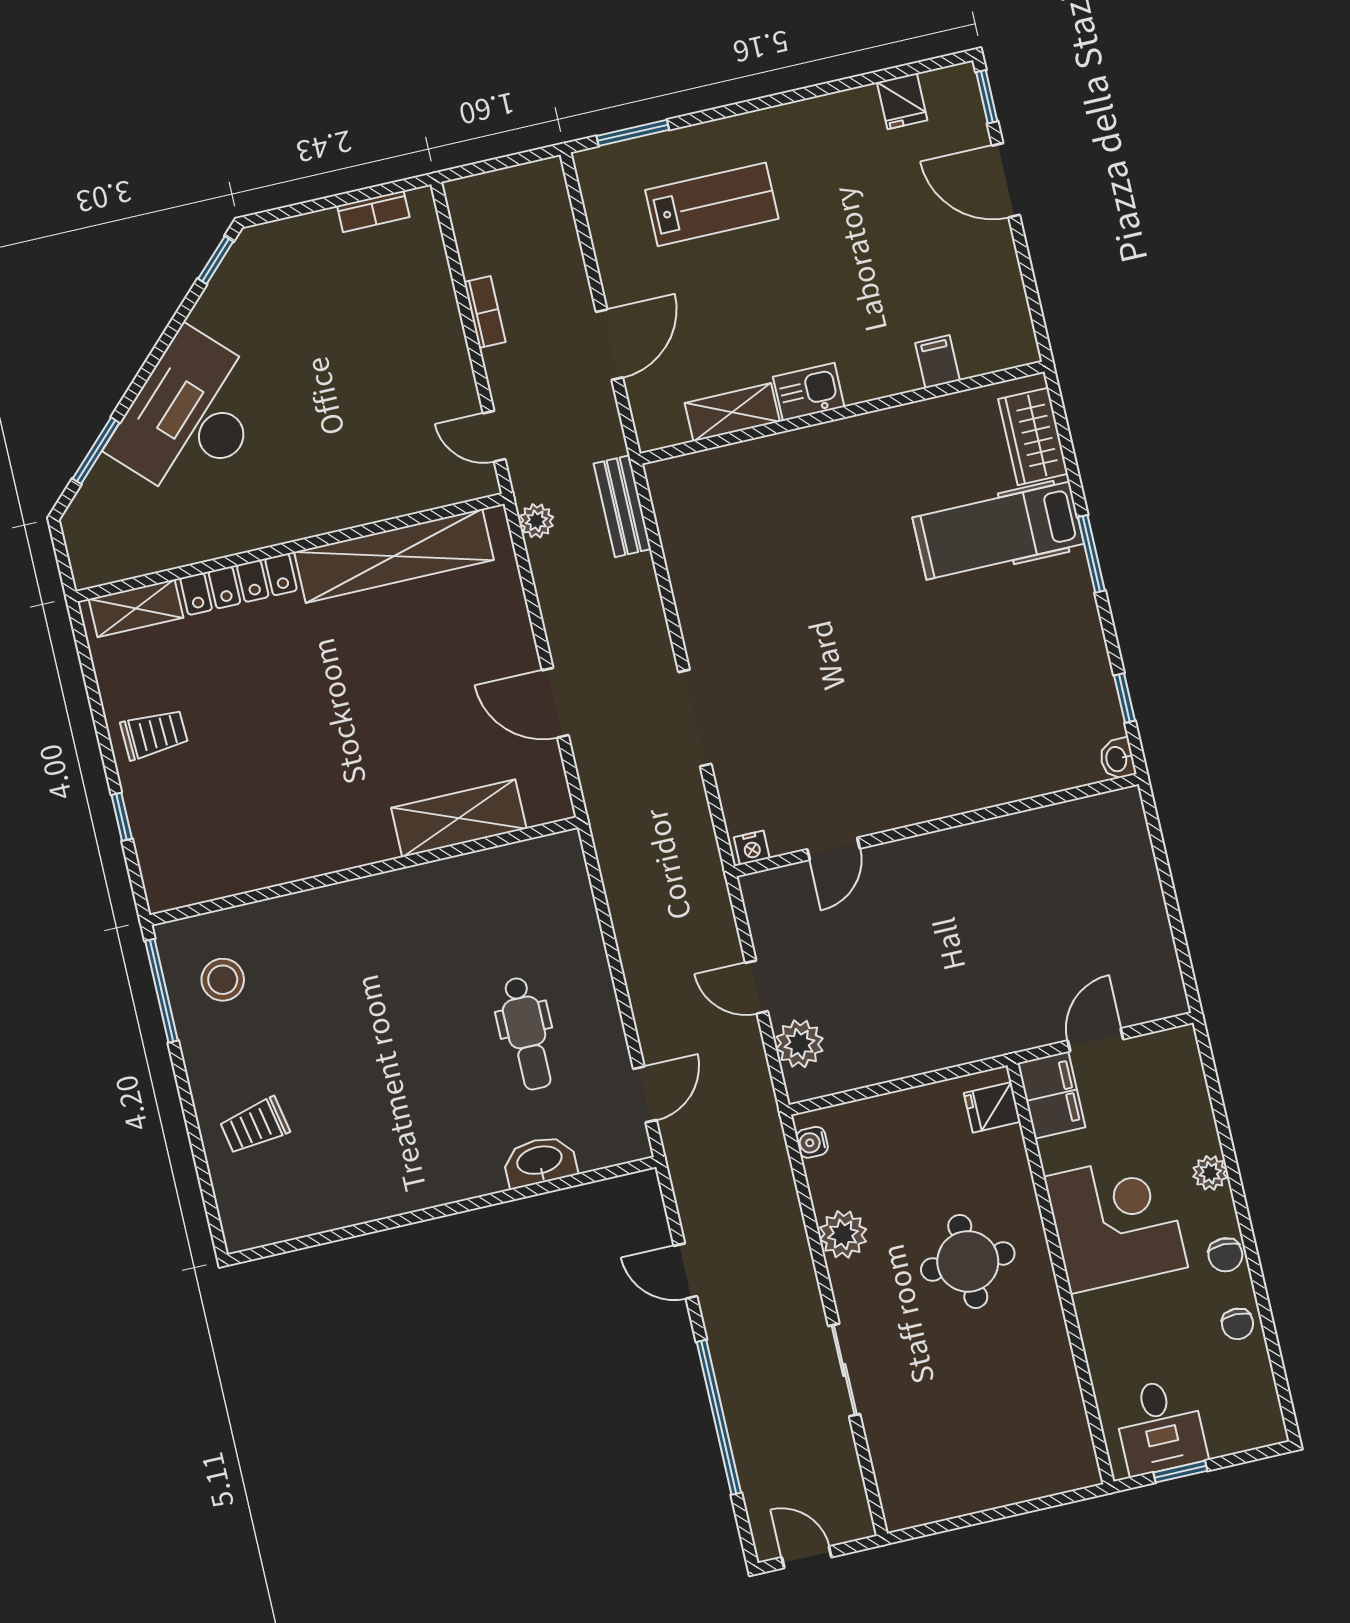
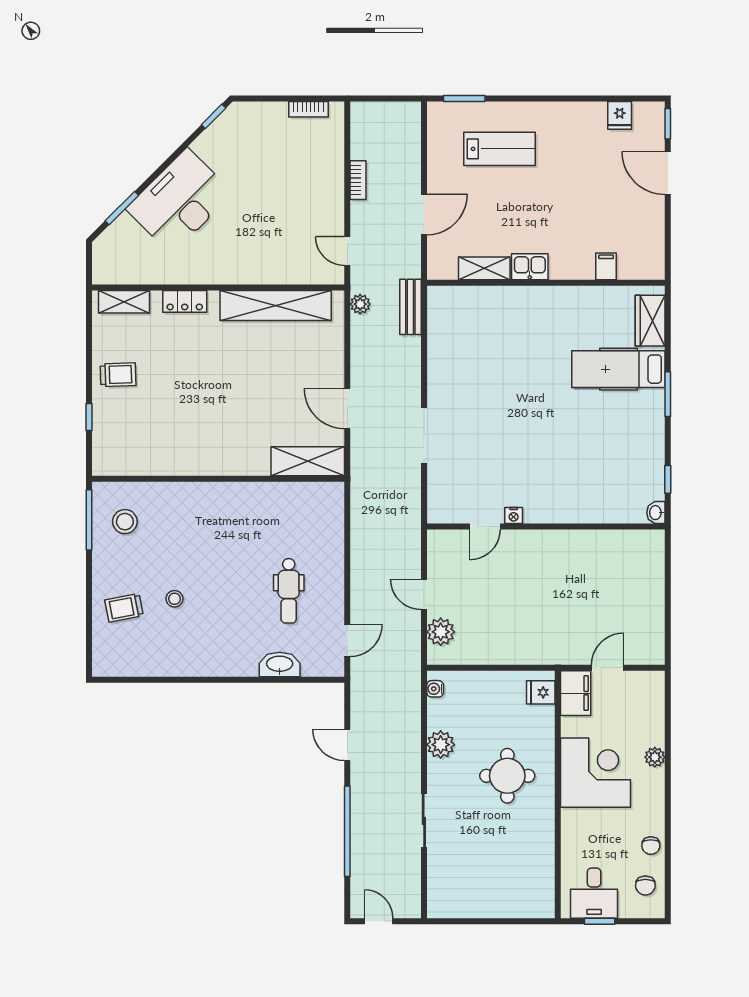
locker: (239, 584) -> (185, 301), width x0.66
shelving: (459, 818) -> (308, 461), moved
nightstand: (752, 848) -> (514, 516), moved
stool: (336, 1091) -> (174, 599), added
chair: (1225, 1255) -> (645, 886), moved

